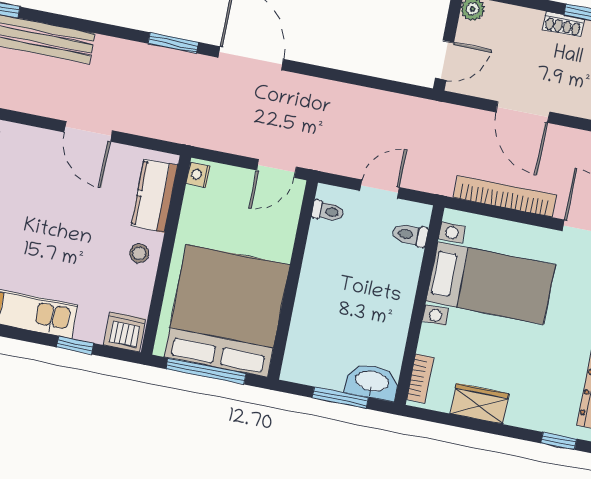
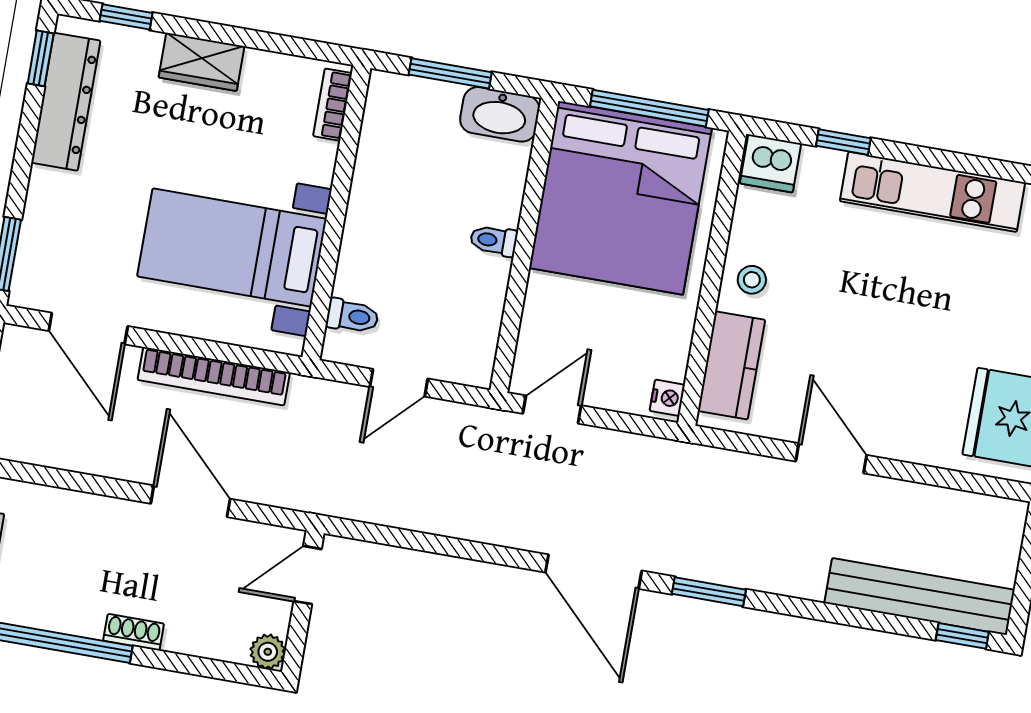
toilet: (328, 211) -> (494, 241), moved
washbasin: (372, 382) -> (500, 114), moved
wardrobe: (480, 404) -> (202, 62), moved

